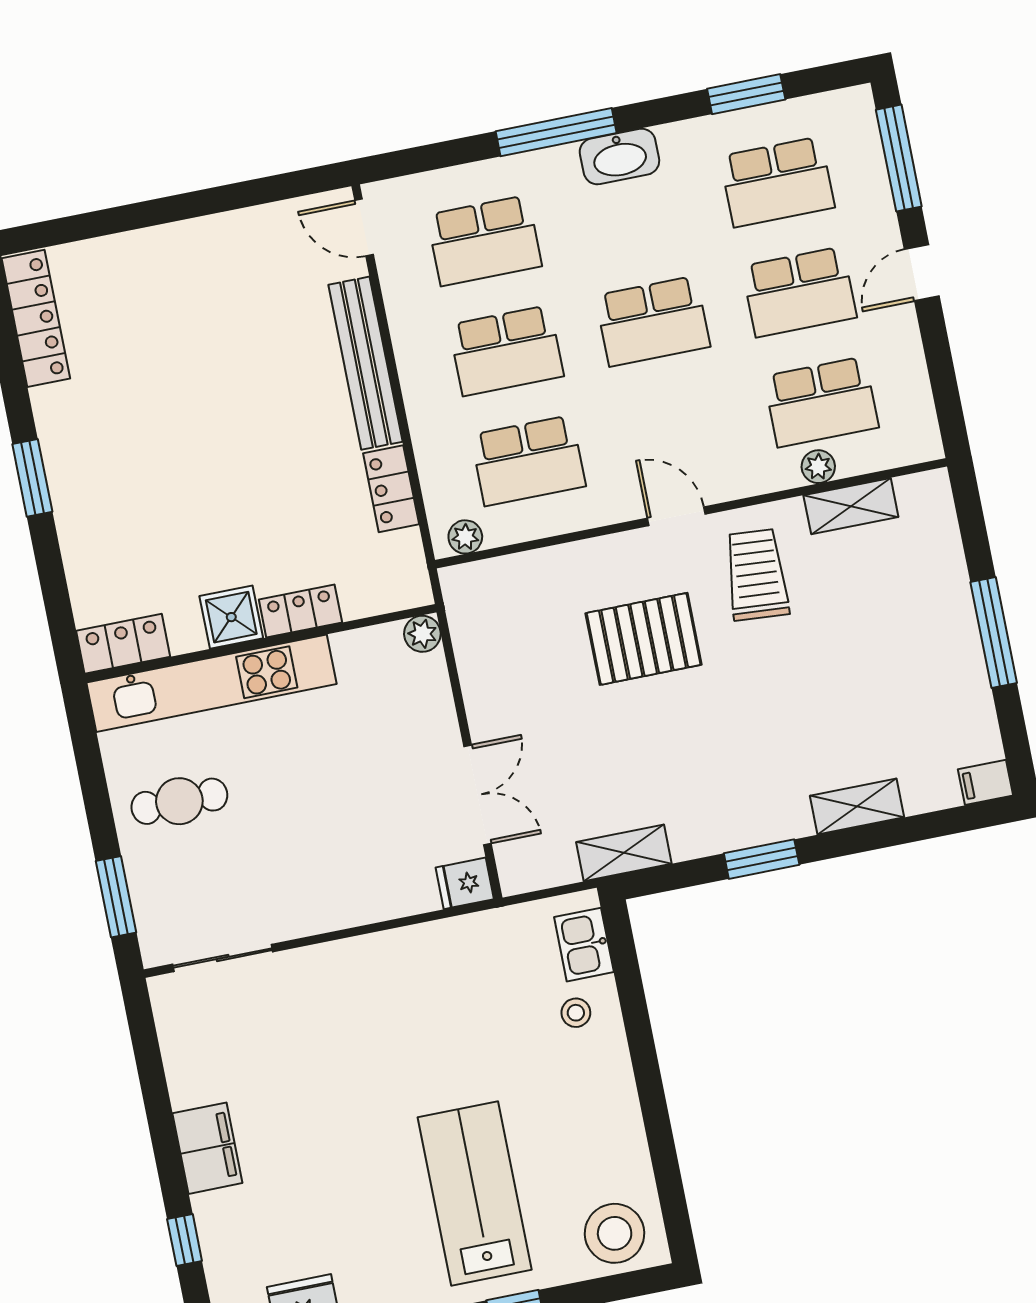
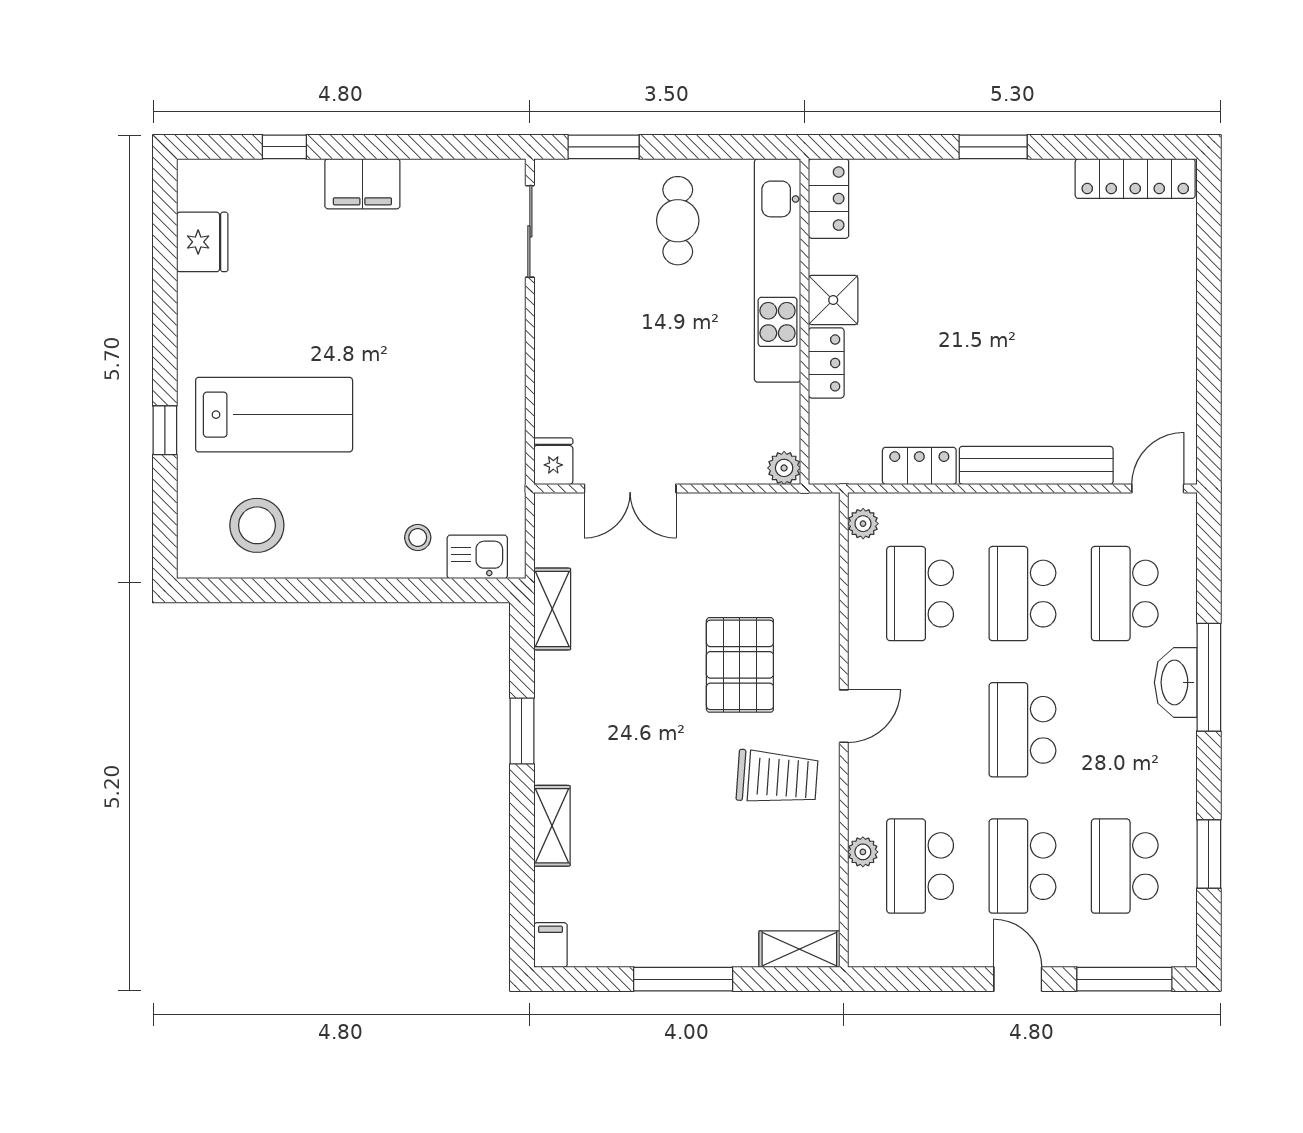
washbasin: (619, 156) -> (1176, 682), moved
shelving: (851, 506) -> (799, 949), moved, turned 90
stool: (615, 1233) -> (257, 525), moved

